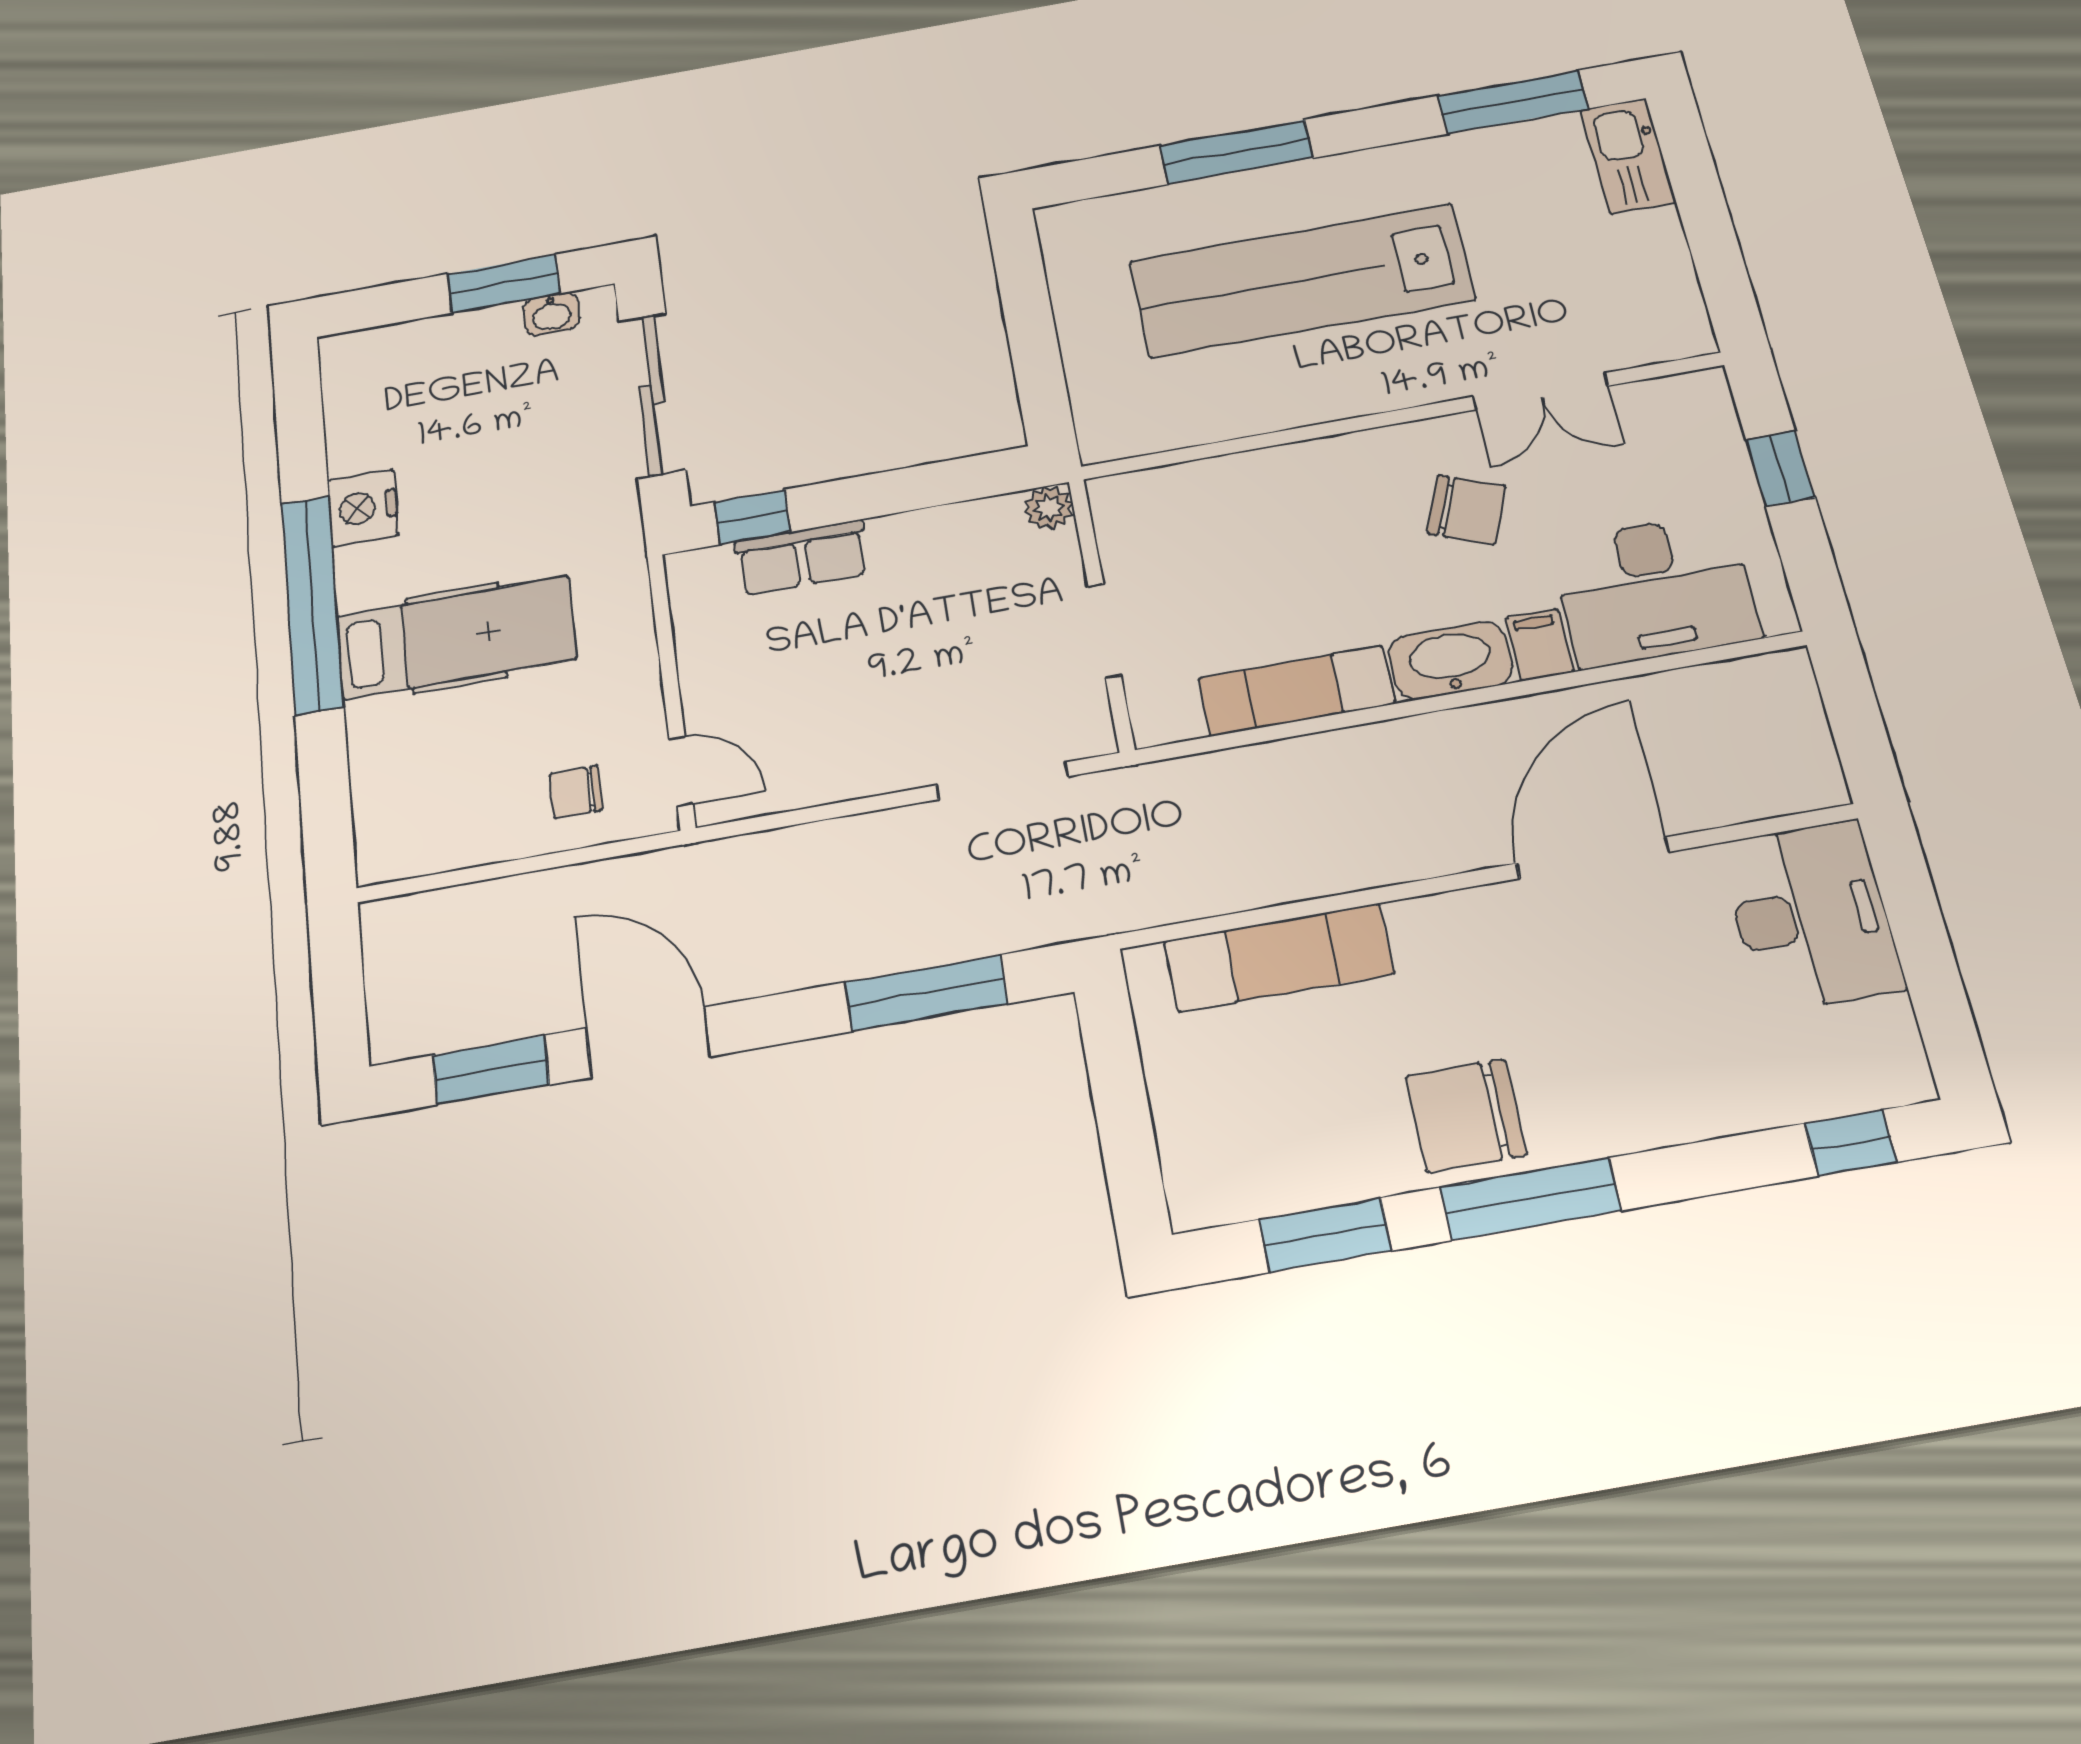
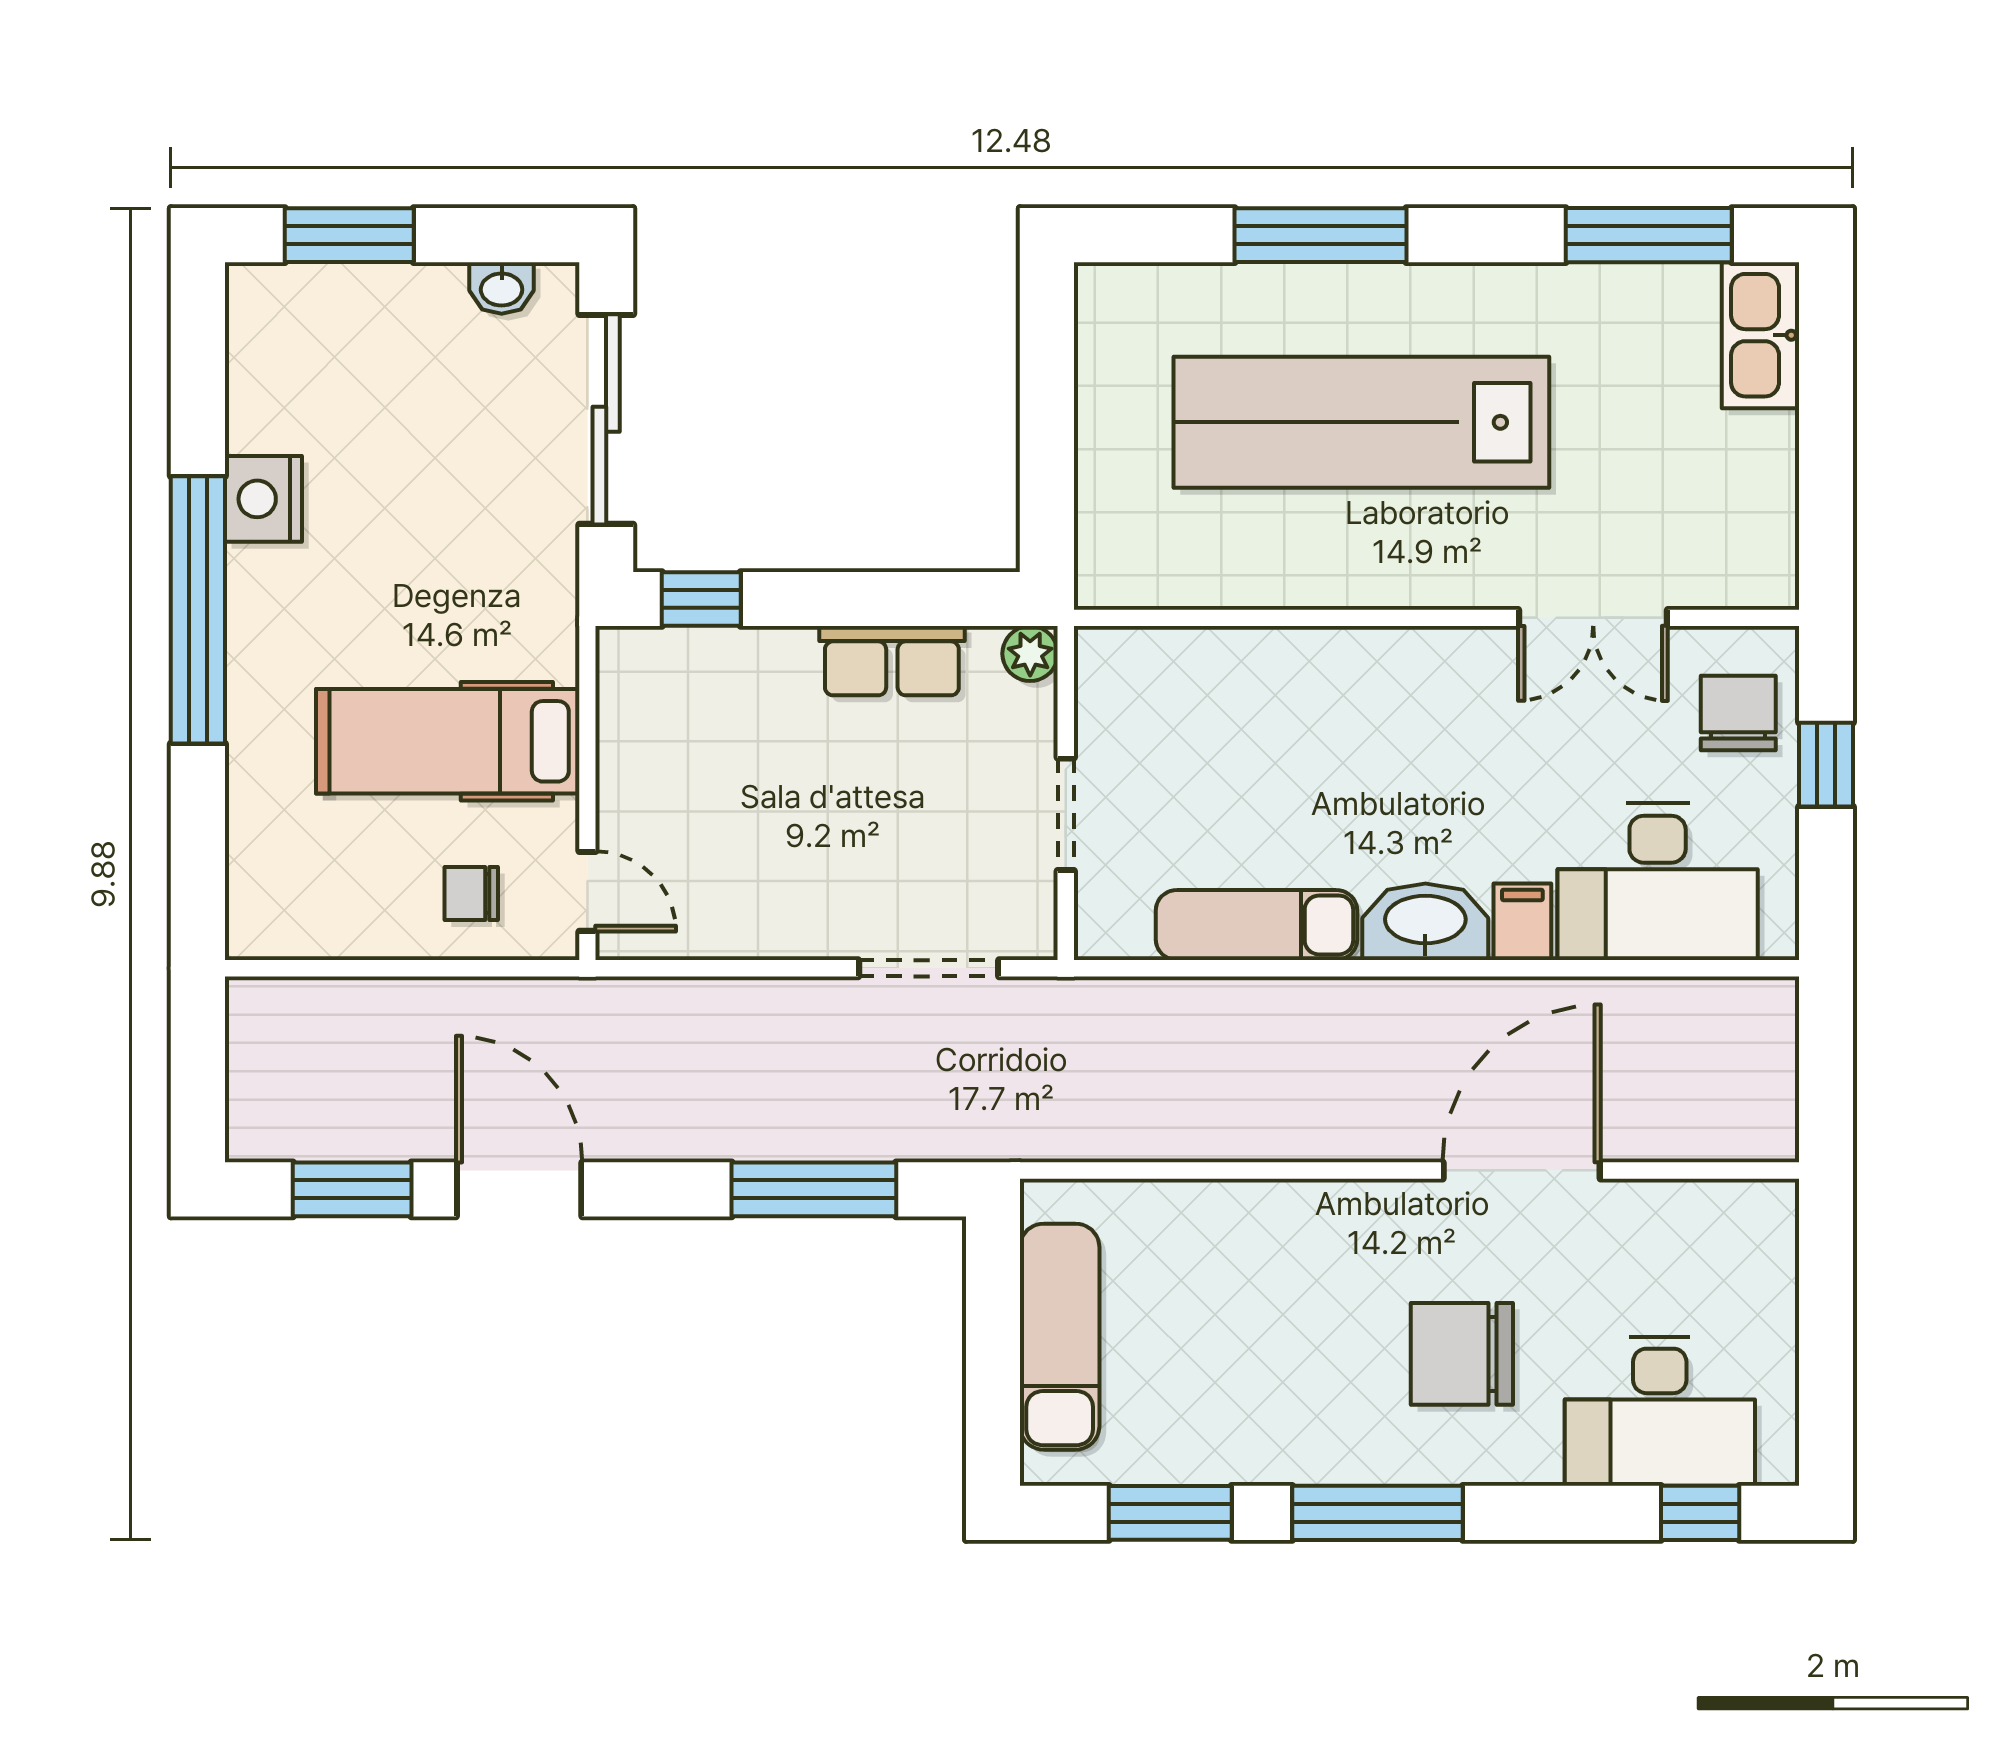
window: (504, 284) -> (349, 235), moved
chair: (1466, 510) -> (1738, 713), moved, turned -112
row of seats: (802, 558) -> (892, 661), moved
hospital bed: (456, 638) -> (448, 741), moved, turned 180
desk: (1811, 915) -> (1660, 1411), moved, turned 90
exam couch: (1279, 957) -> (1060, 1337), moved, turned -90
chair: (1466, 1116) -> (1462, 1354), moved

